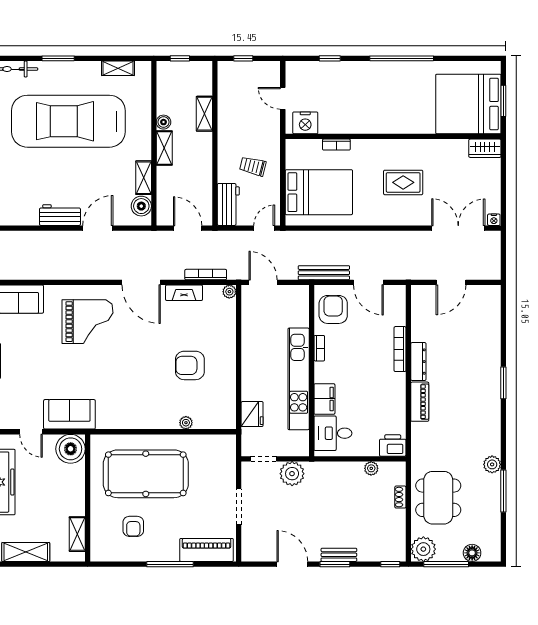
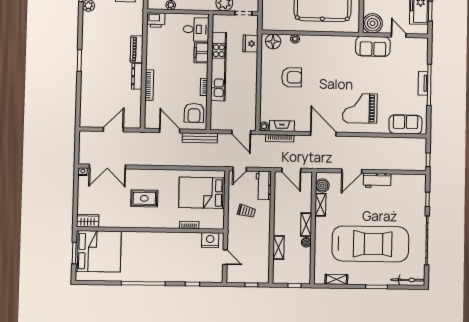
fireplace: (184, 293) -> (282, 126), moved
floor lamp: (218, 418) -> (273, 41), added

